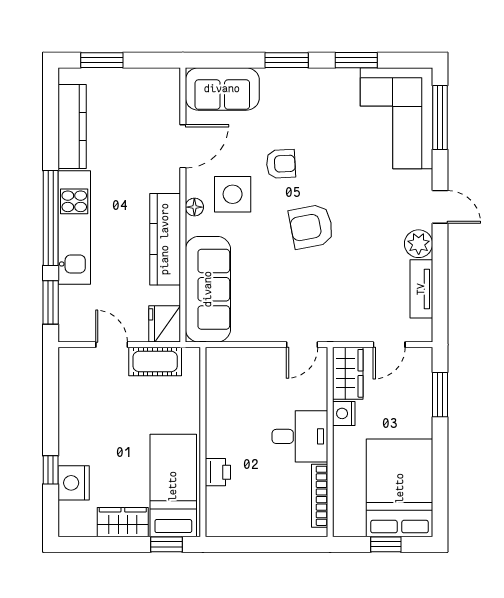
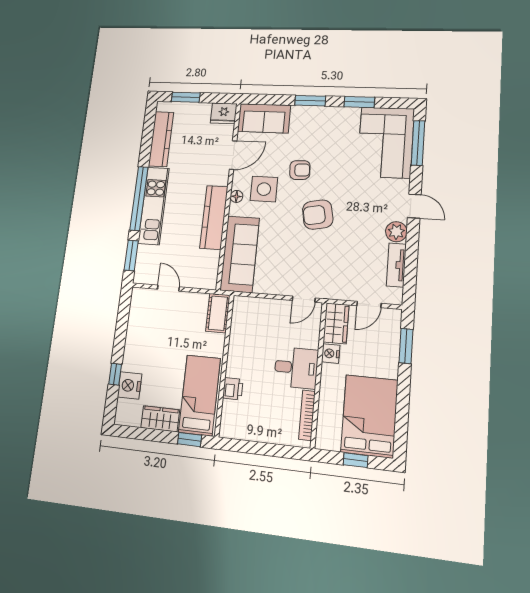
fridge: (165, 324) -> (224, 113), moved, turned -90
cot: (155, 361) -> (218, 313), moved, turned 90

